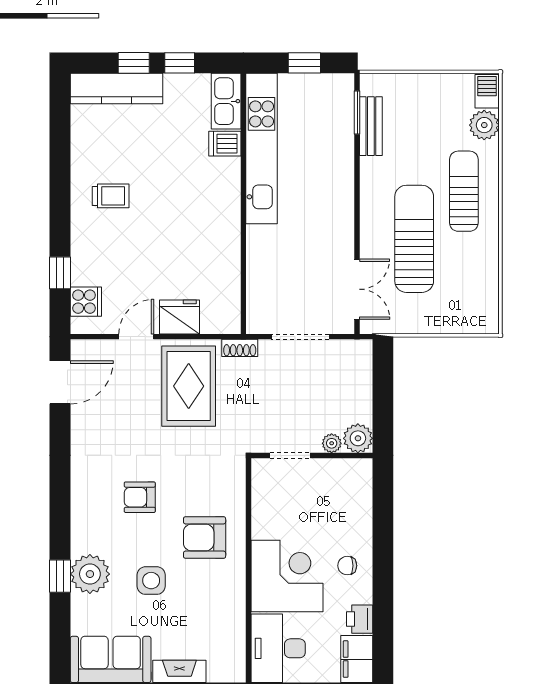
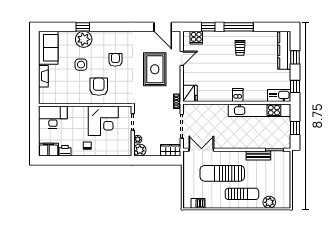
window: (180, 63) -> (295, 87), moved
barbecue: (487, 91) -> (198, 203), moved
bench: (371, 126) -> (258, 155), moved
dishwasher: (225, 144) -> (238, 95), moved
window: (60, 199) -> (239, 27), added
sun lounger: (414, 239) -> (222, 173), turned 180
double door: (357, 289) -> (201, 150), swing flipped
fridge: (179, 317) -> (190, 93), moved
door: (136, 337) -> (182, 58), hinge flipped
wardrobe: (358, 364) -> (171, 150), added
rug: (189, 386) -> (155, 69), moved, turned 90
corner desk: (287, 576) -> (103, 121), moved

